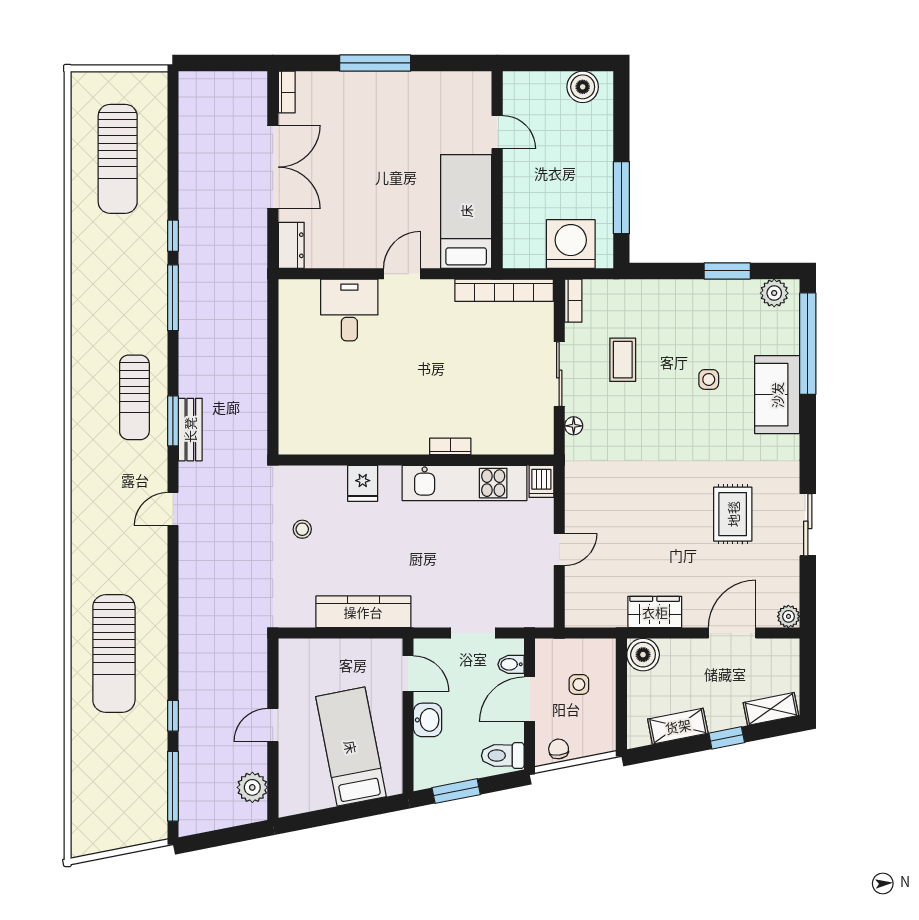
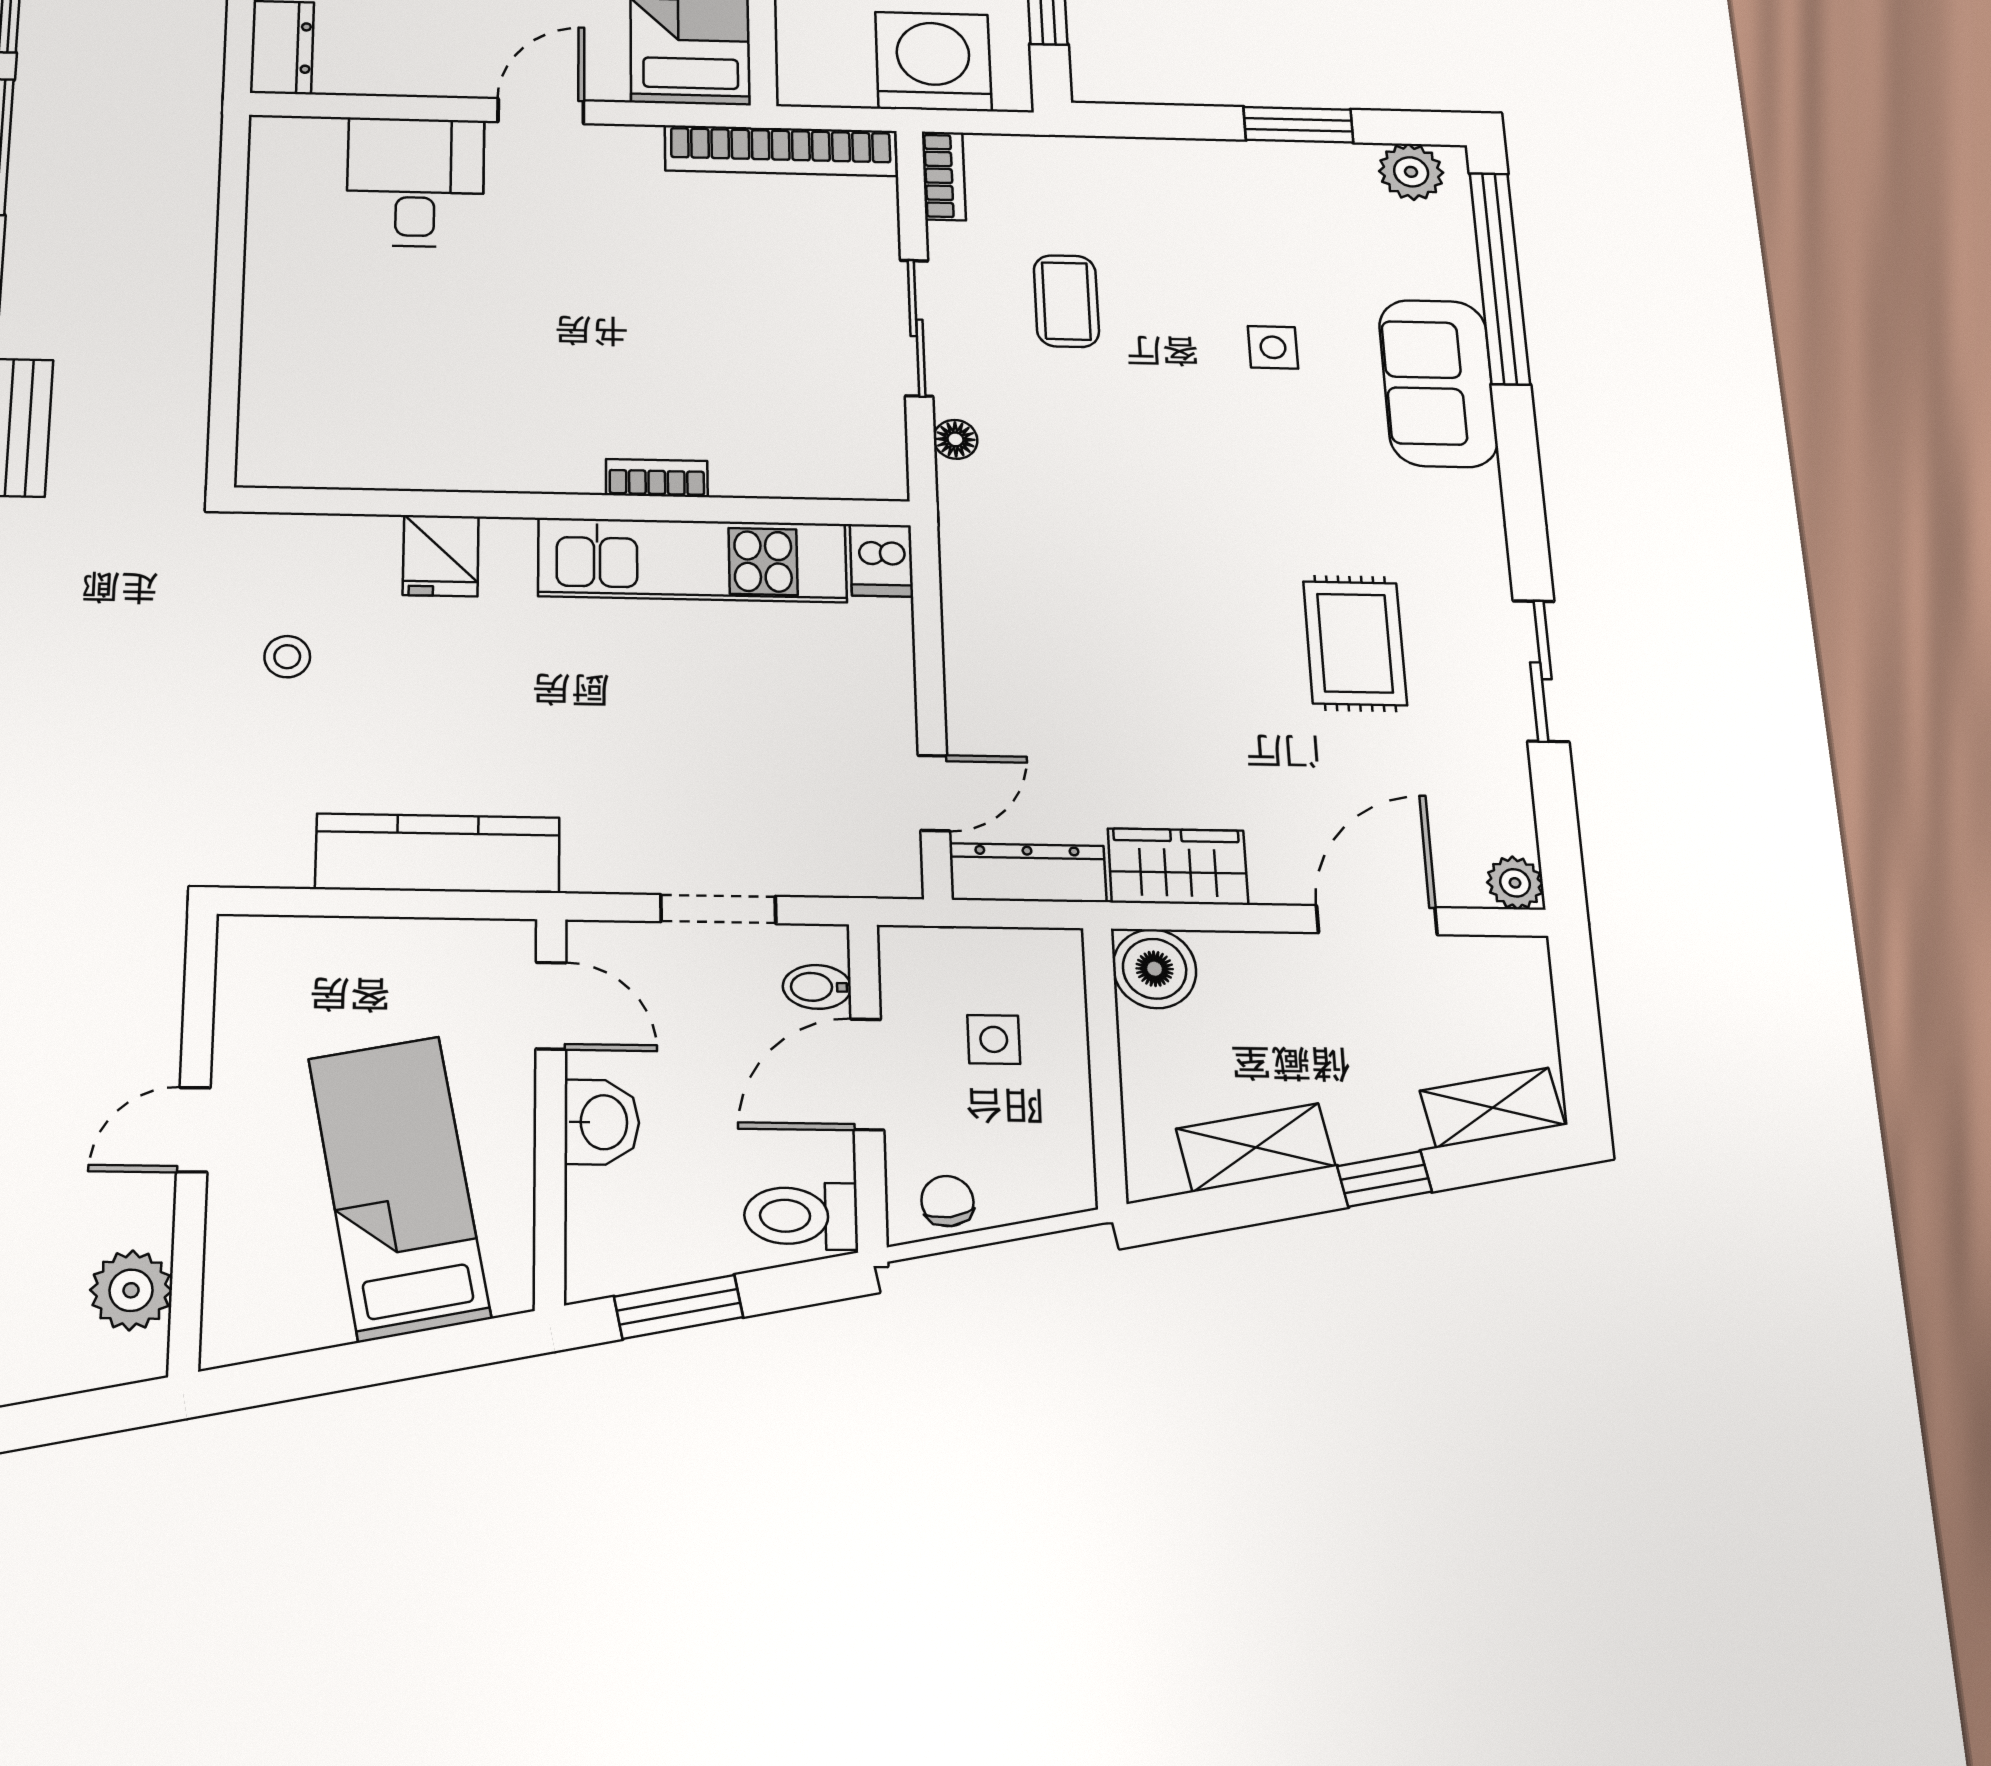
door: (559, 549) -> (934, 793), moved
dresser: (595, 616) -> (1028, 873), added

